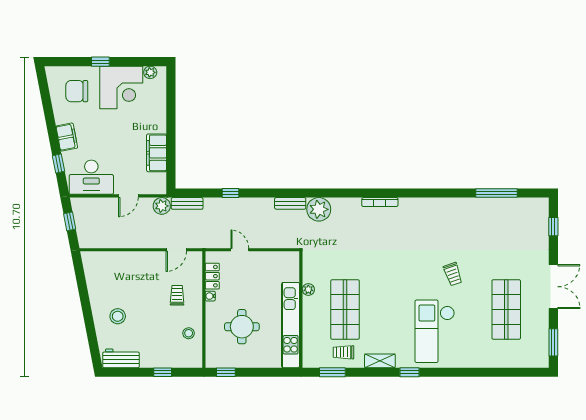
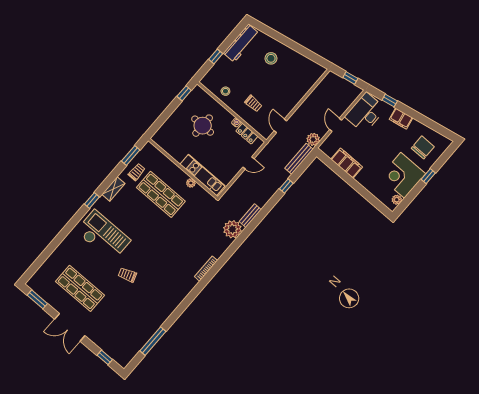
bench: (187, 203) -> (299, 159), width x1.36
kitchen unit: (291, 325) -> (203, 175), moved, width x0.73
workbench: (121, 358) -> (241, 43), width x1.38

